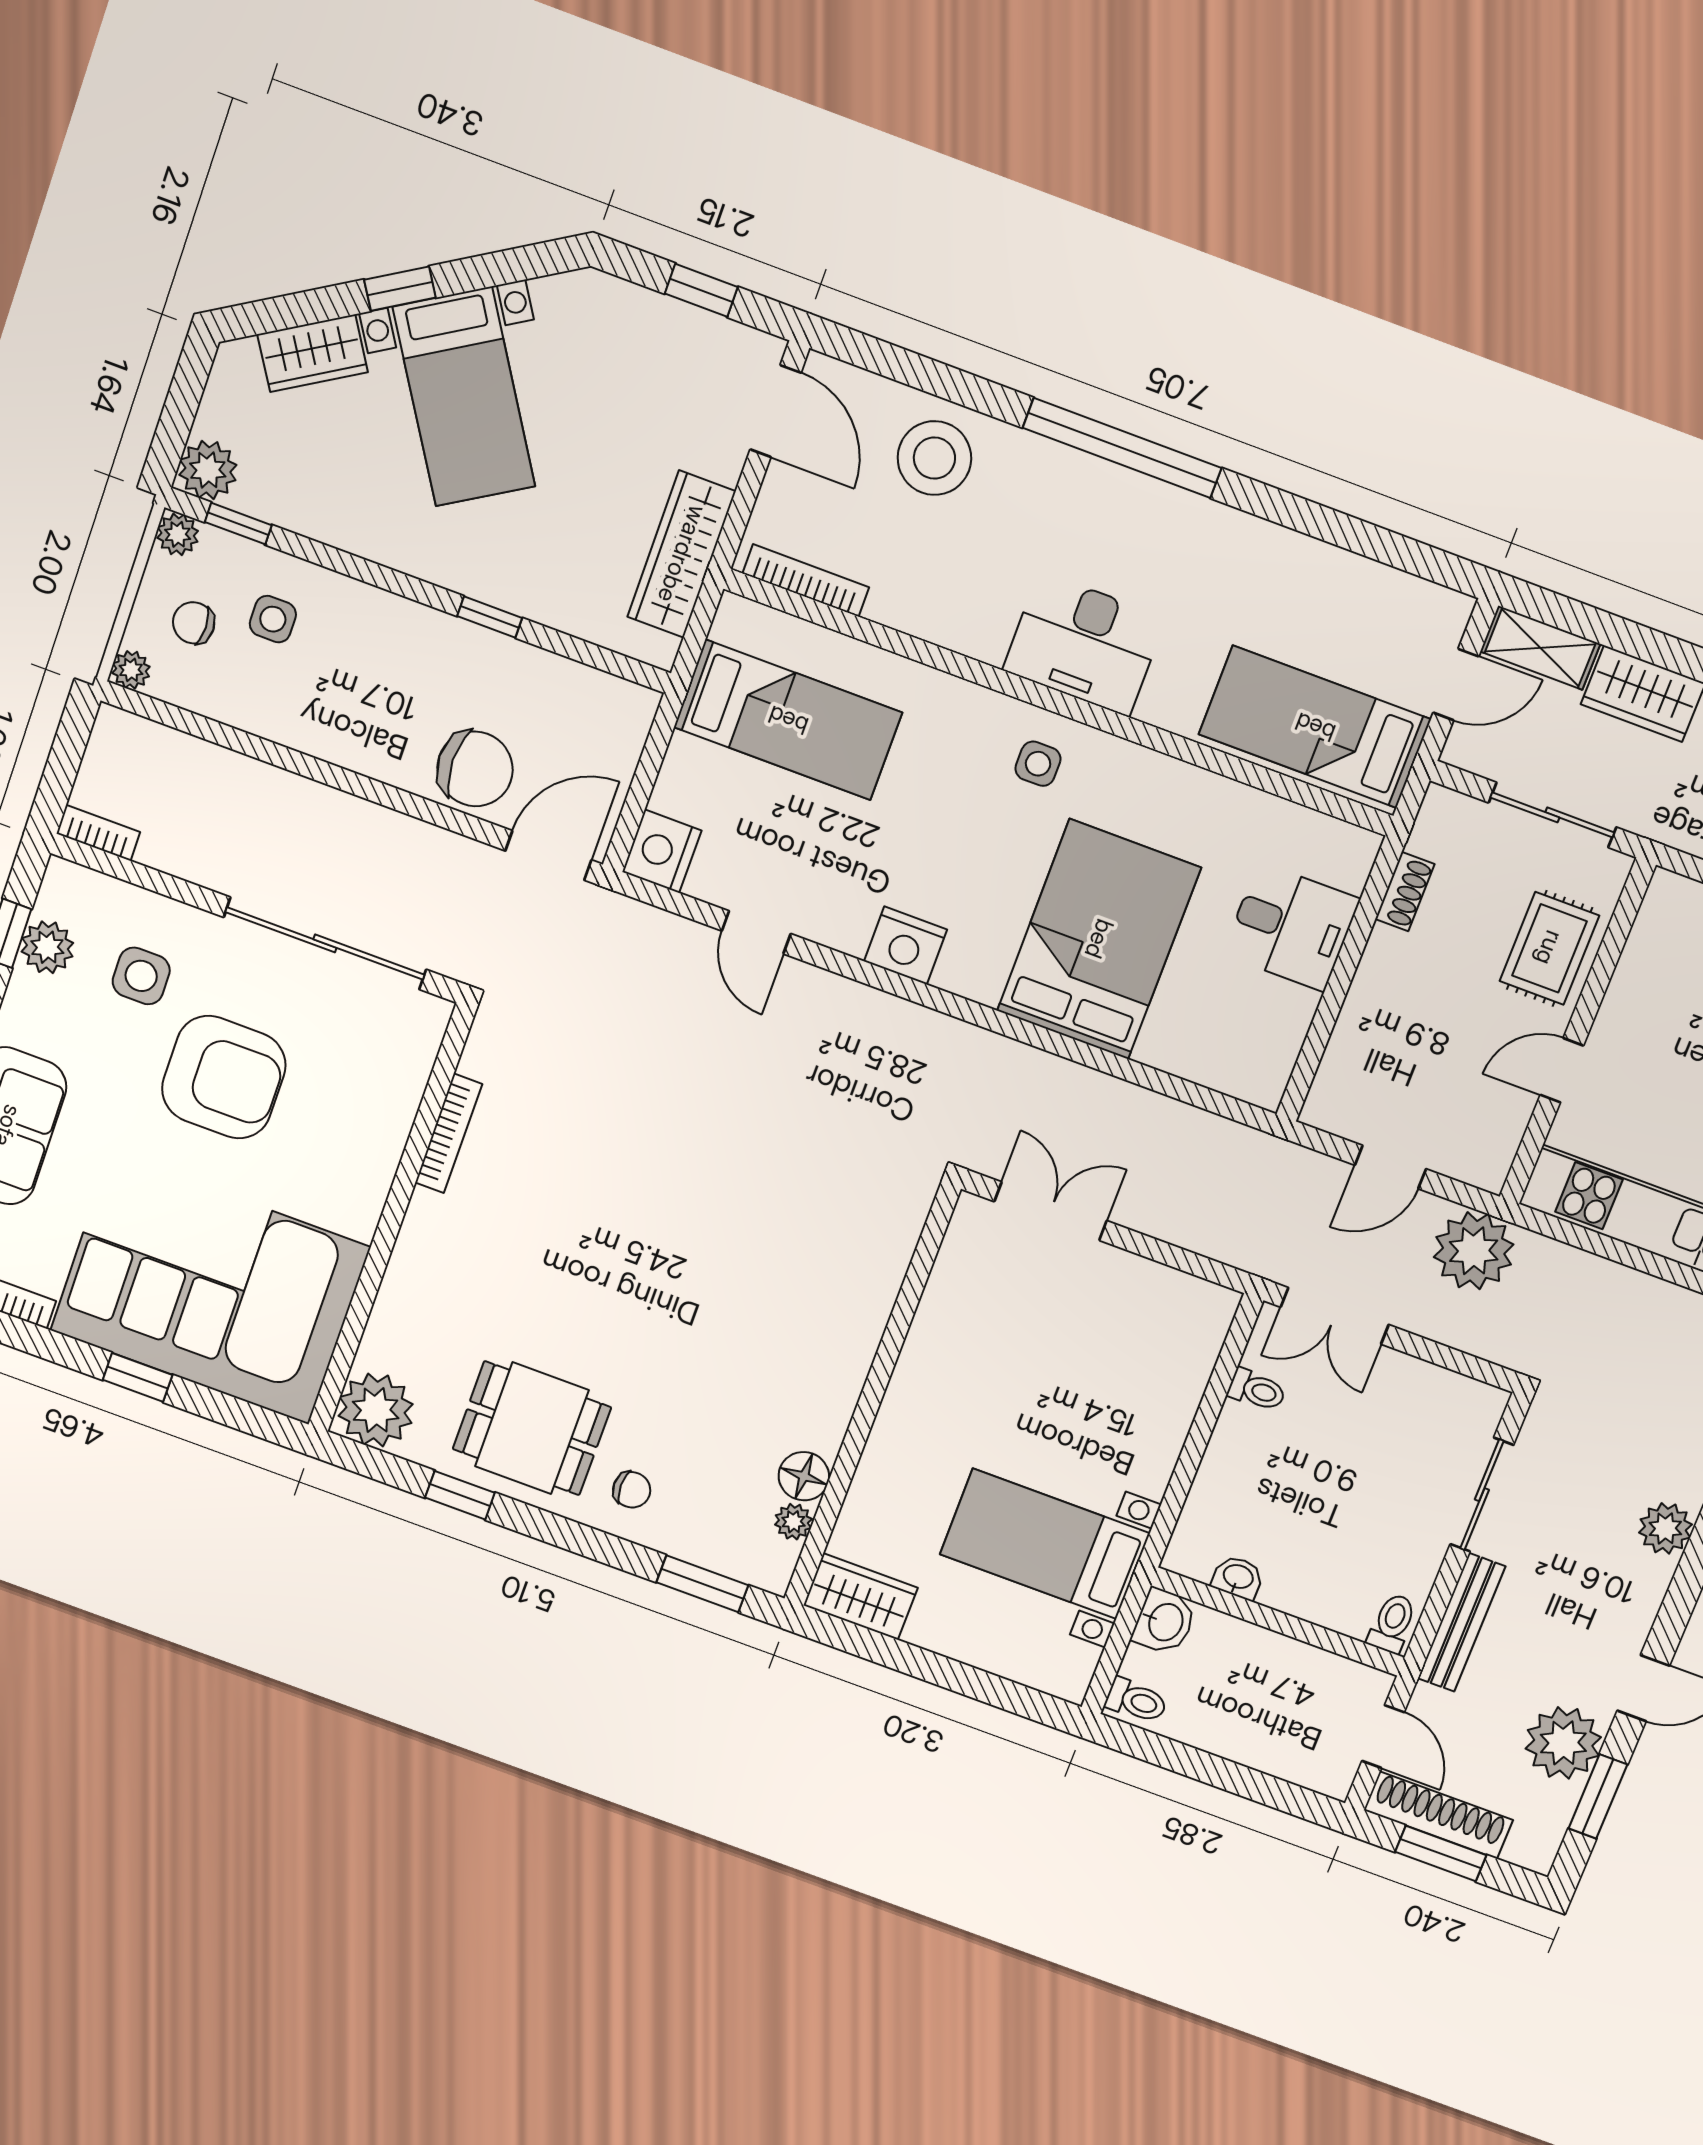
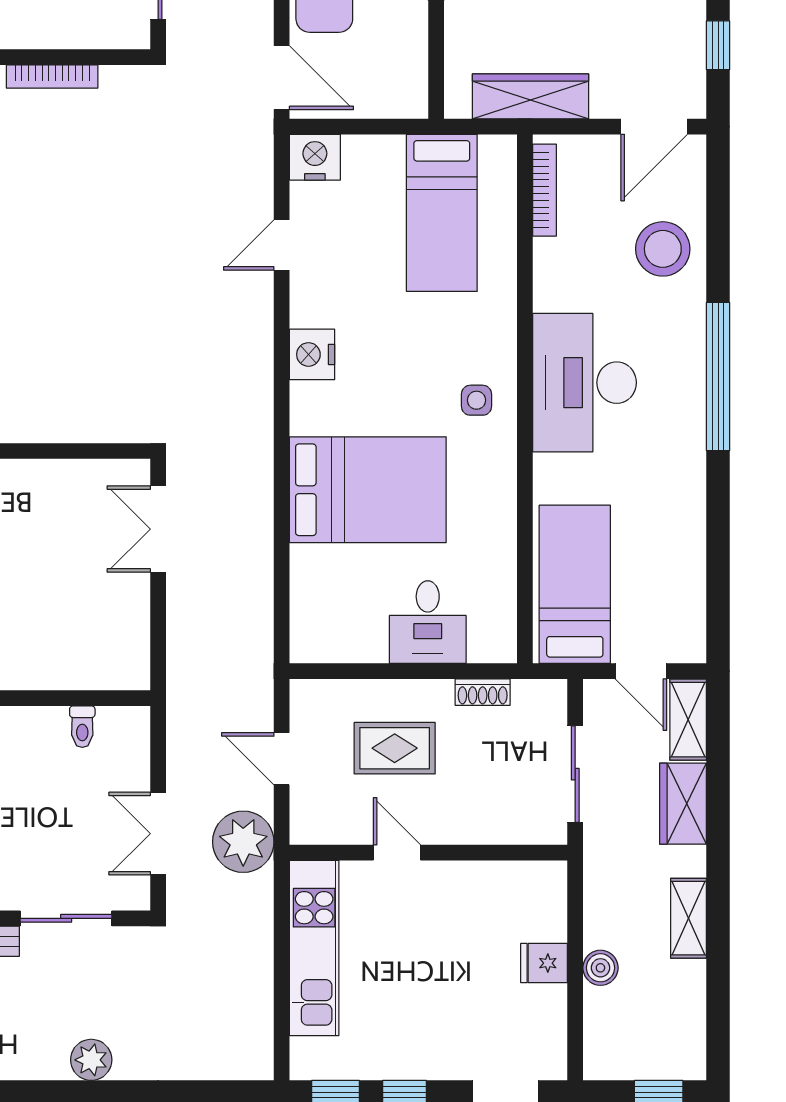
desk: (1084, 644) -> (585, 383), width x1.36, depth x1.30
rug: (1549, 948) -> (395, 748), moved
double door: (1051, 1211) -> (158, 529), swing flipped
double door: (1335, 1316) -> (158, 834), moved

